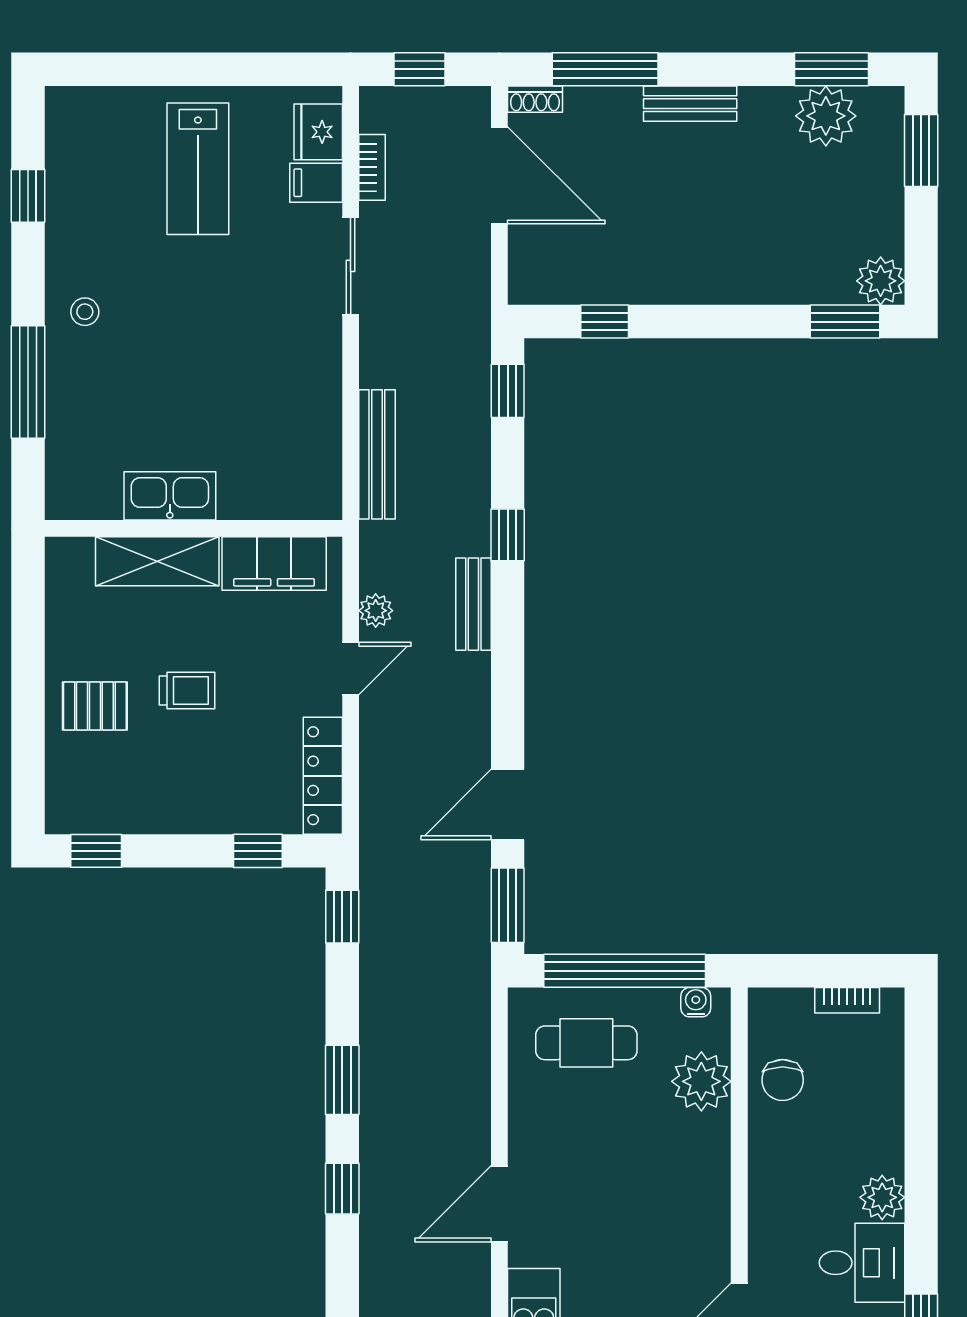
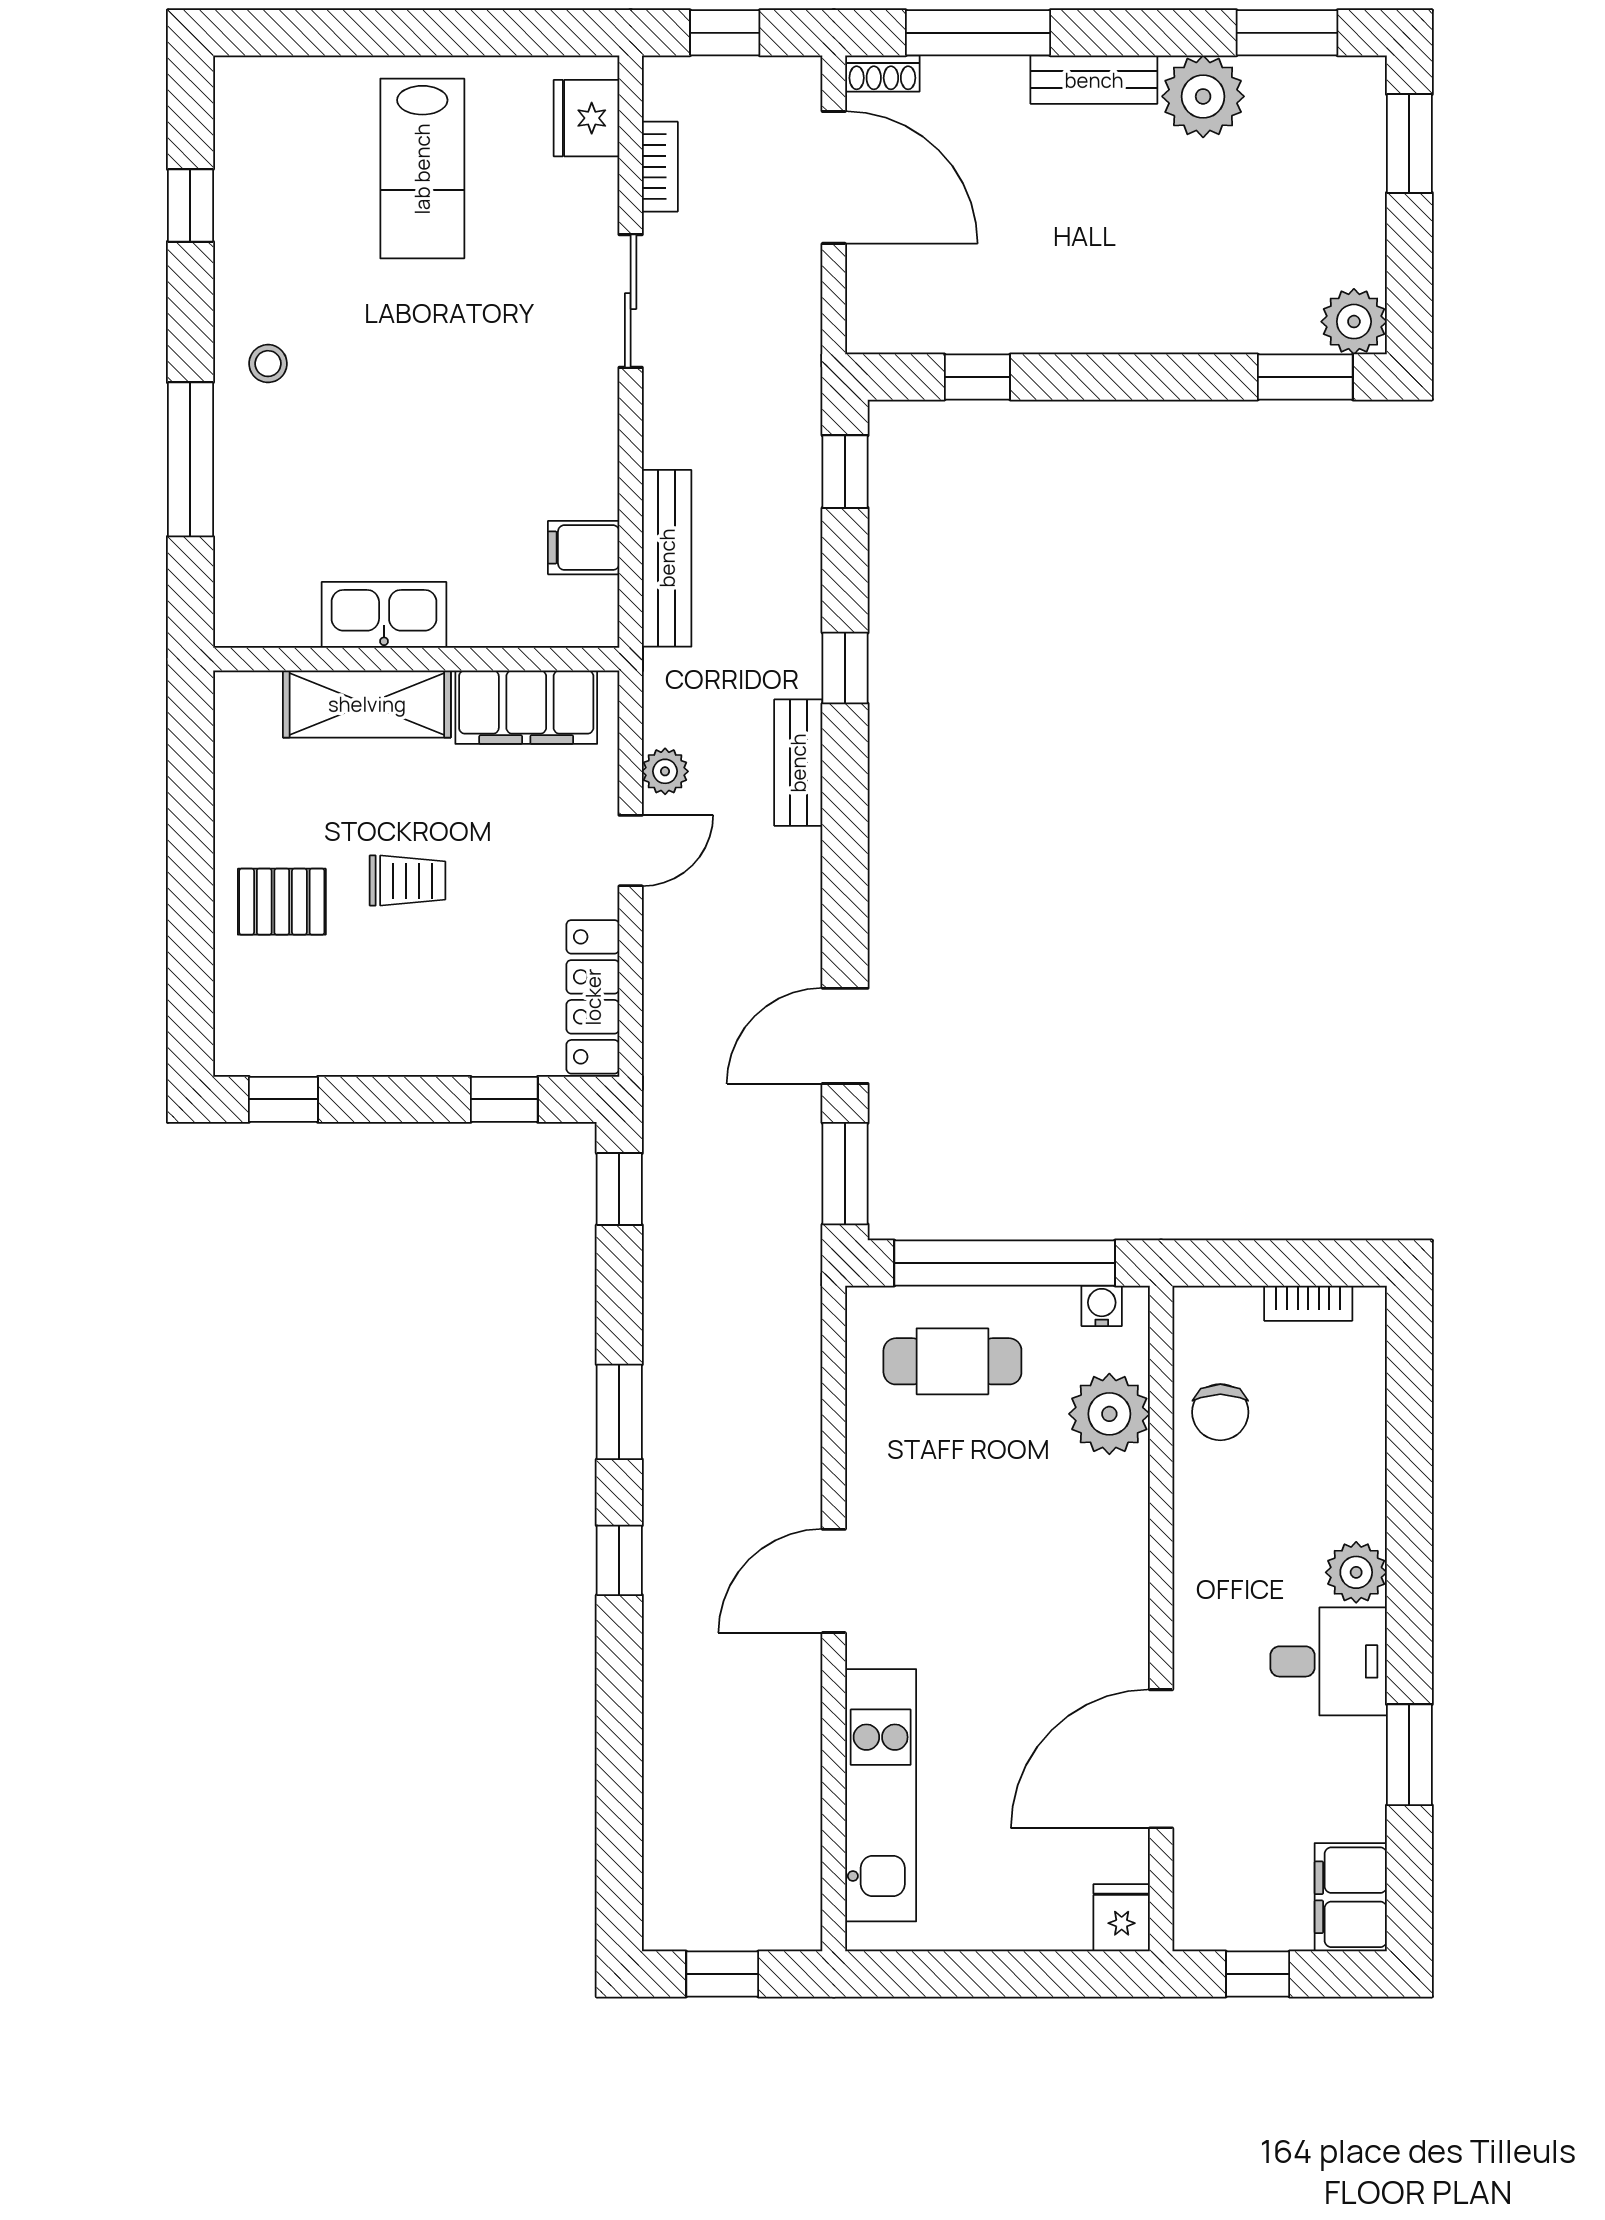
plant: (826, 116) -> (1203, 96), moved
filing cabinet: (316, 183) -> (584, 548), moved

